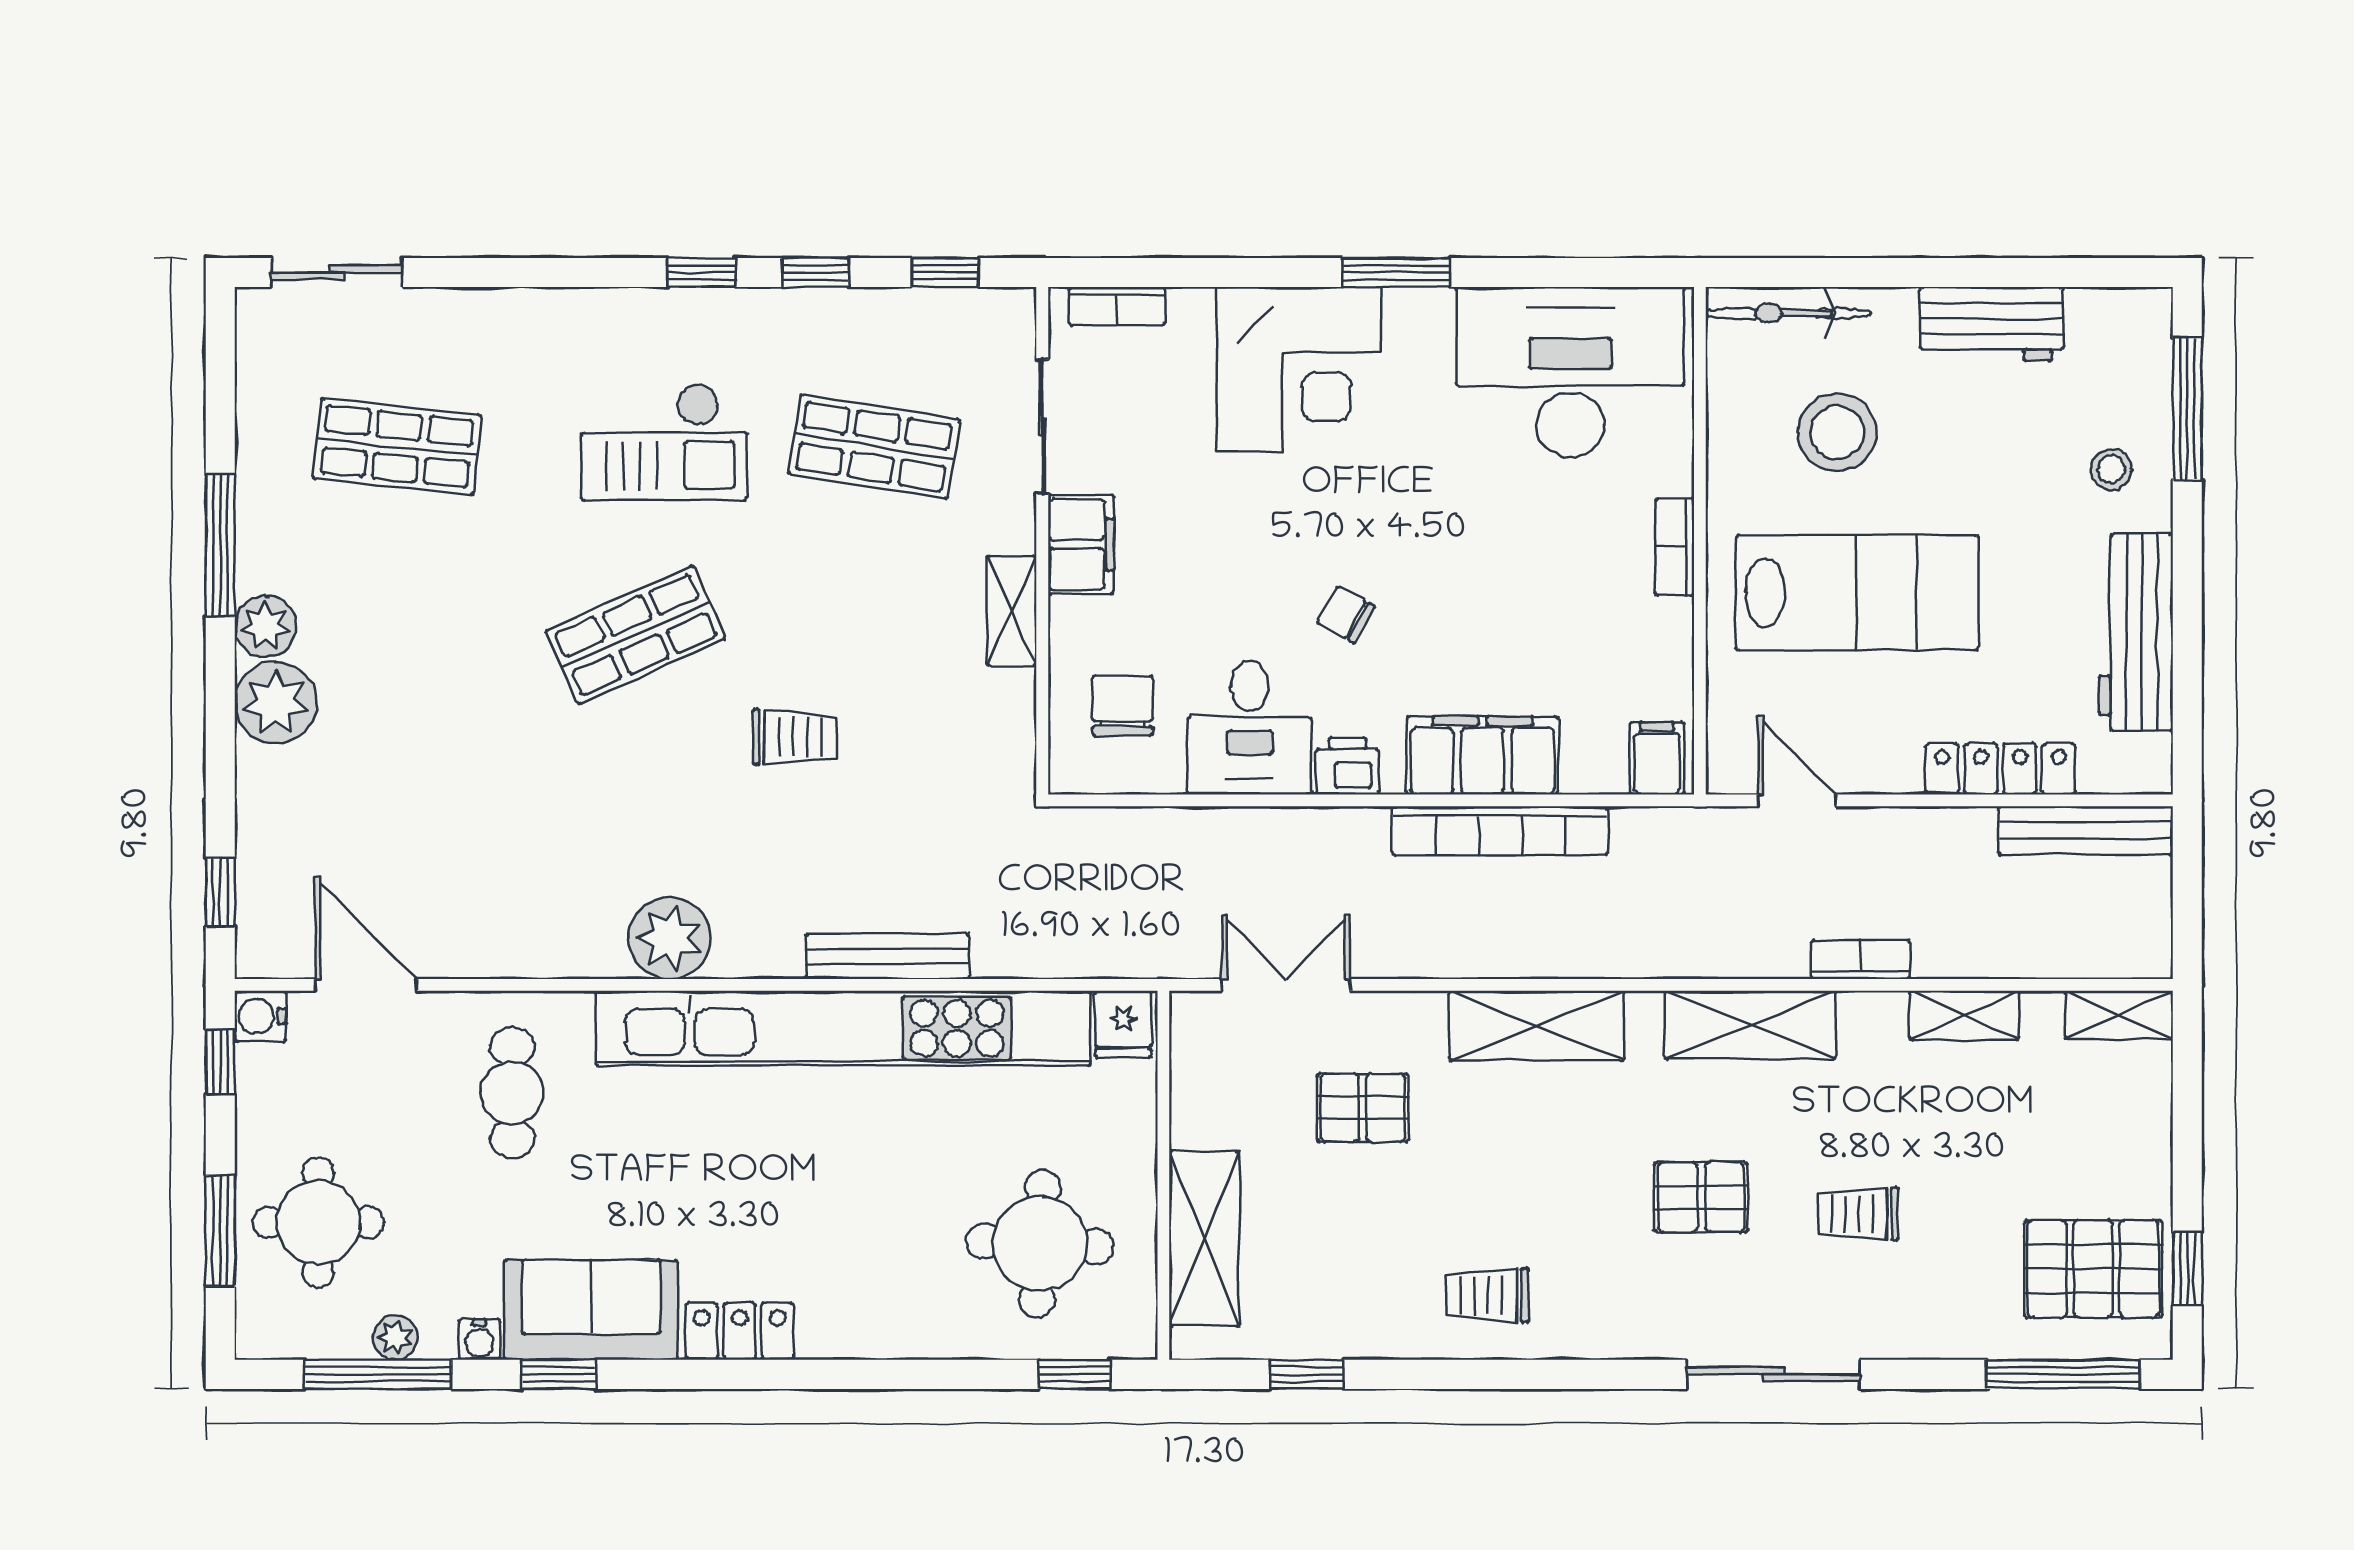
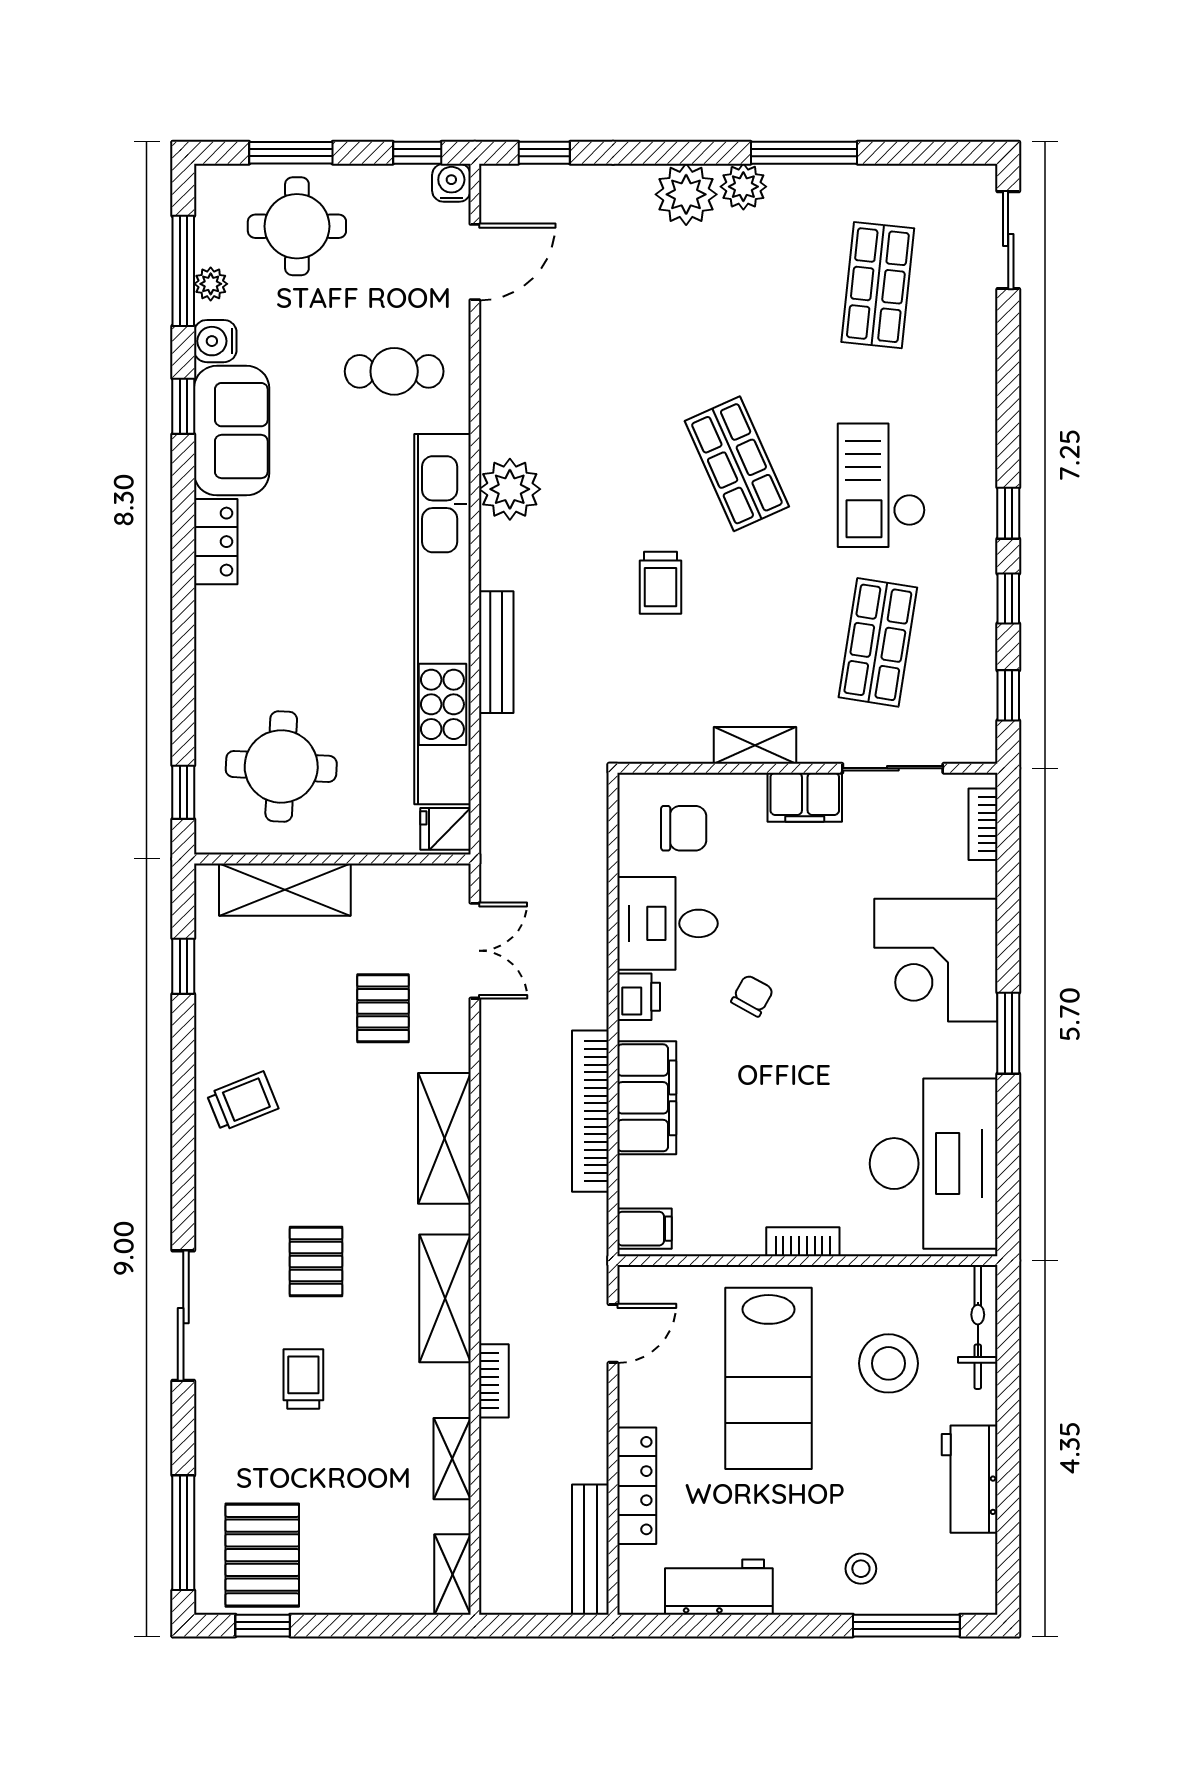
workbench: (2136, 632) -> (719, 1587), width x0.73
trolley: (1487, 1295) -> (242, 1101), turned 68
water cooler: (480, 1339) -> (215, 341), width x1.38, depth x1.38

